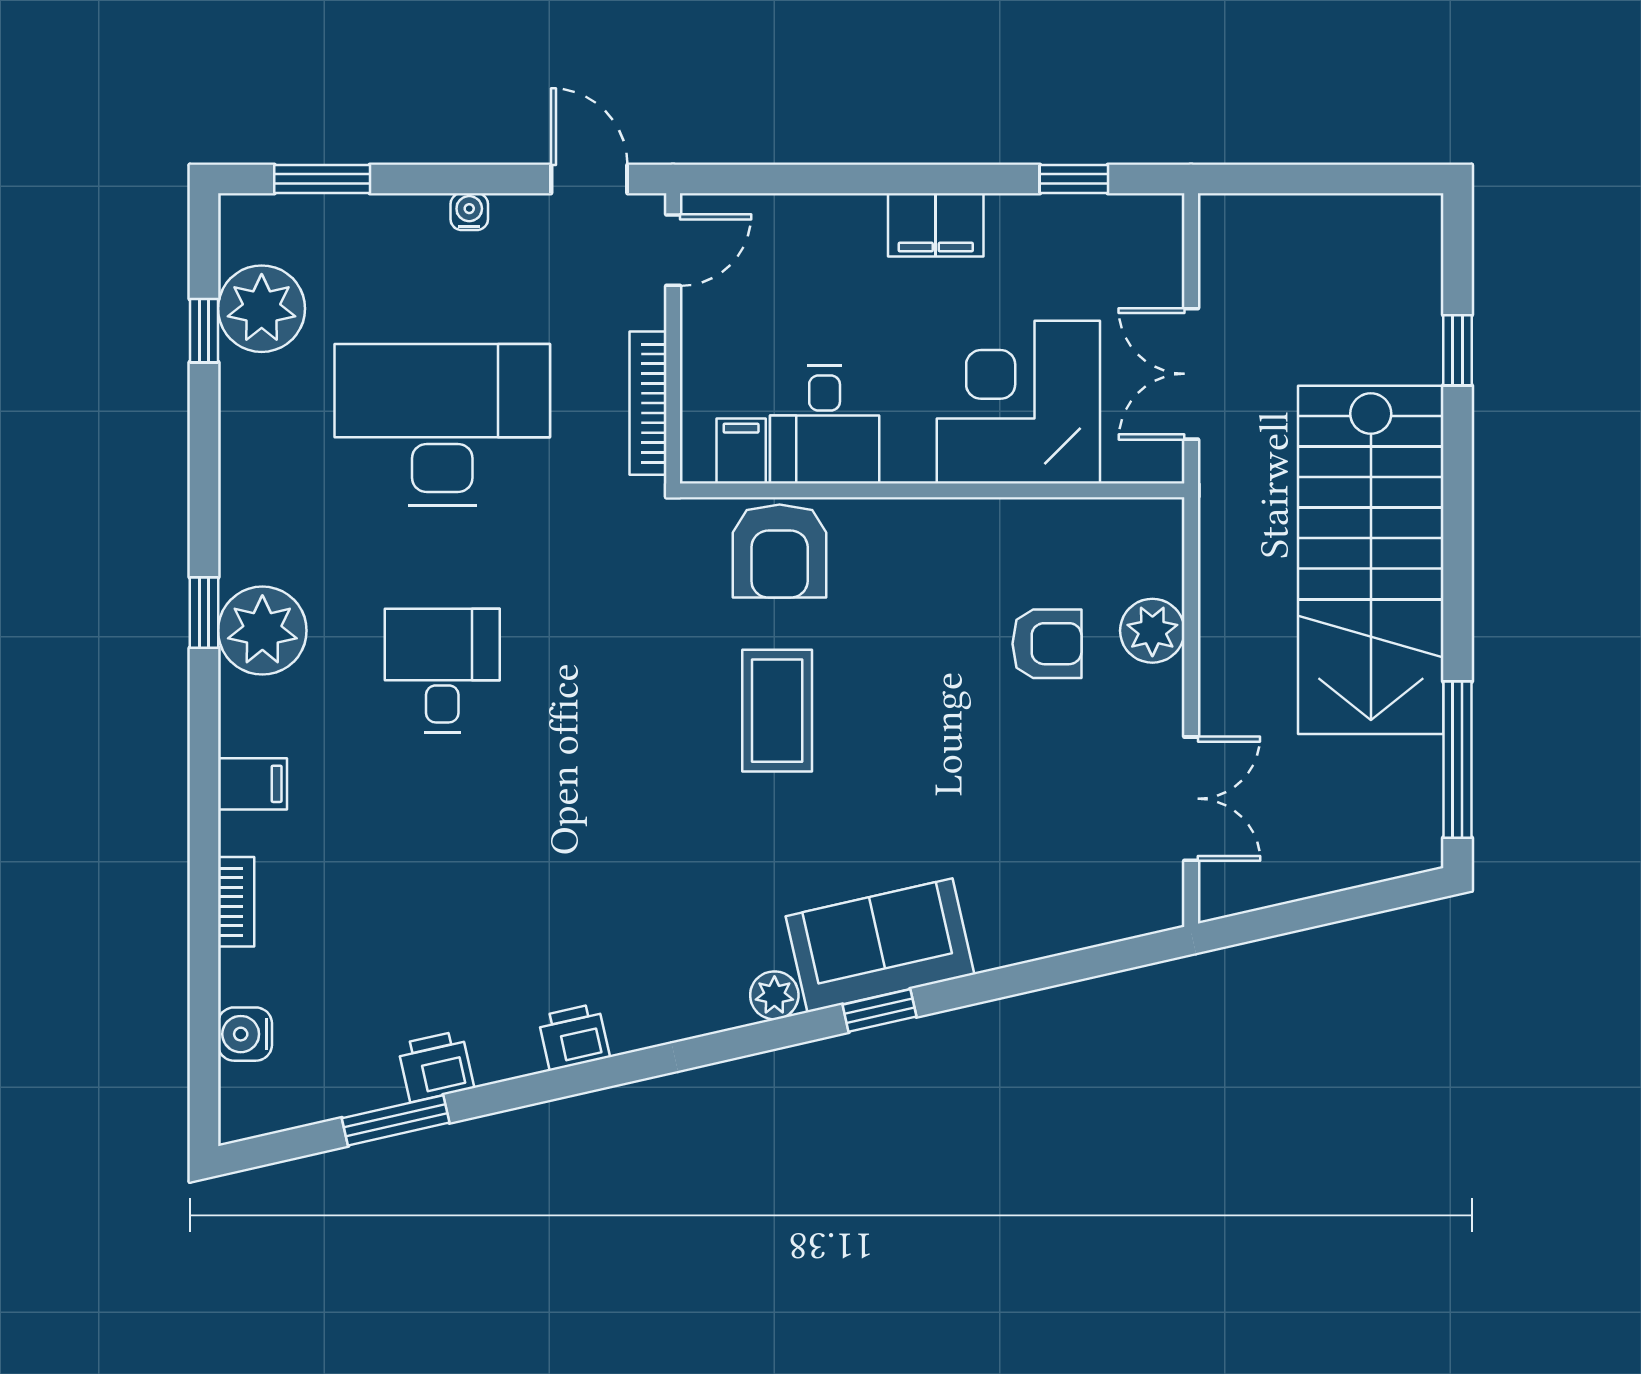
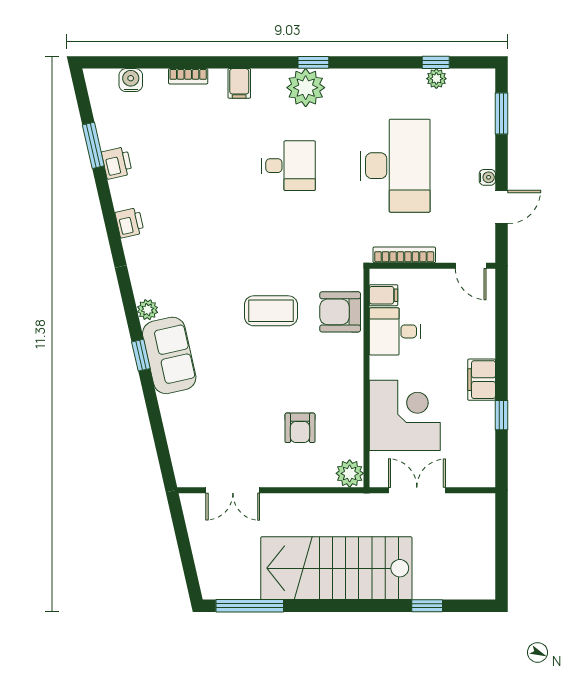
door: (589, 179) -> (501, 207), moved
window: (1074, 179) -> (501, 415), moved
plant: (262, 309) -> (436, 79), width x0.53, depth x0.53
plant: (1152, 631) -> (350, 473), moved

